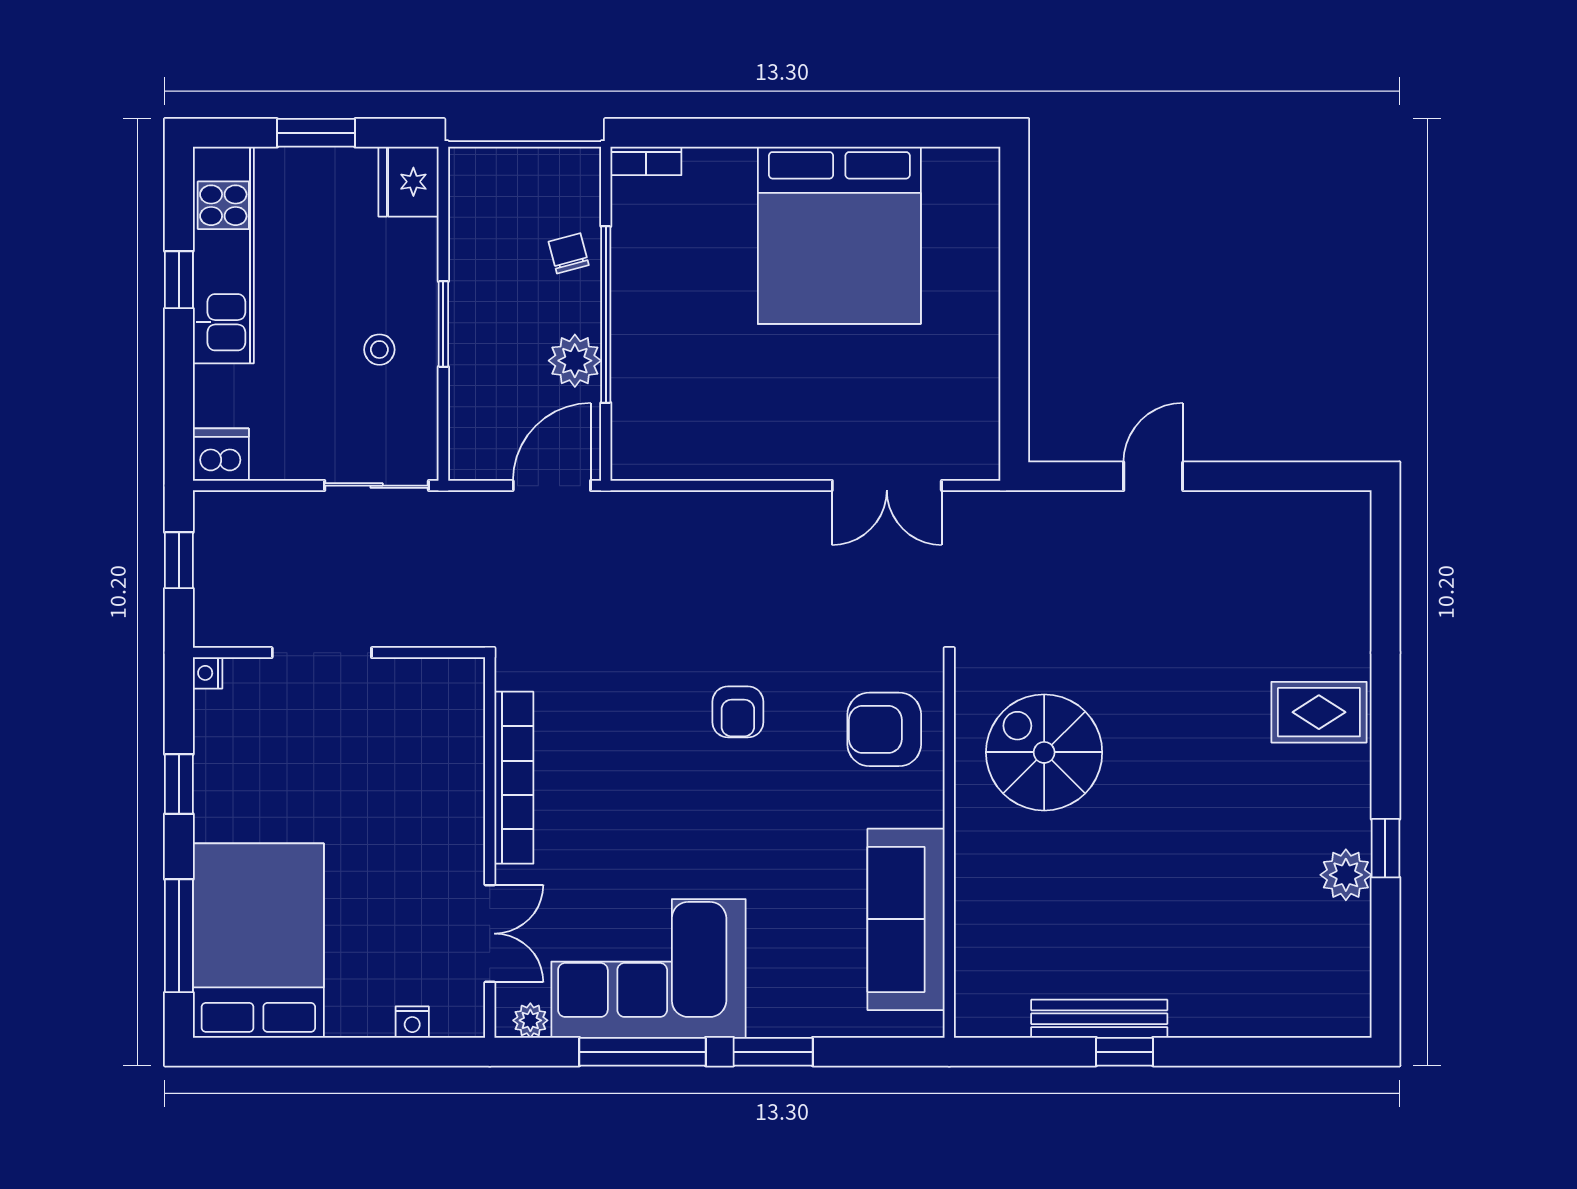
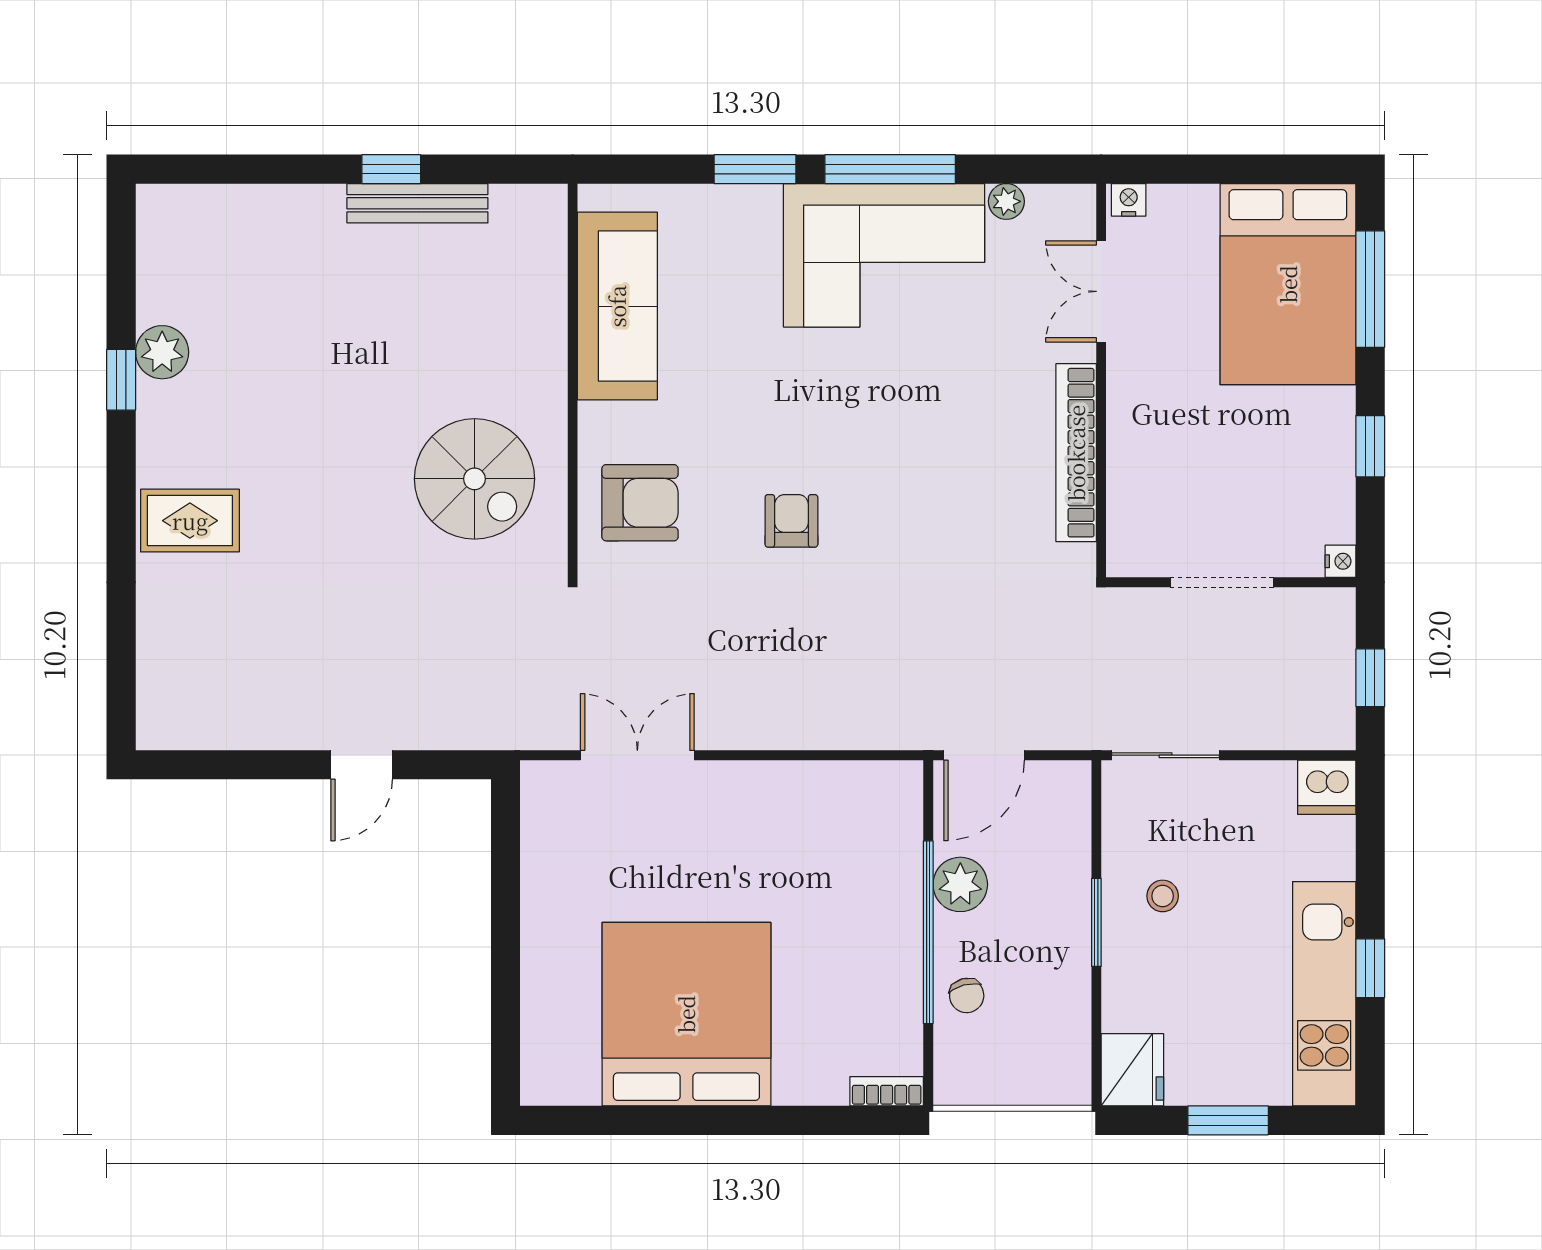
bookcase: (514, 778) -> (1076, 453), moved
wall: (490, 848) -> (1101, 380), moved
double door: (490, 934) -> (1101, 291), moved

